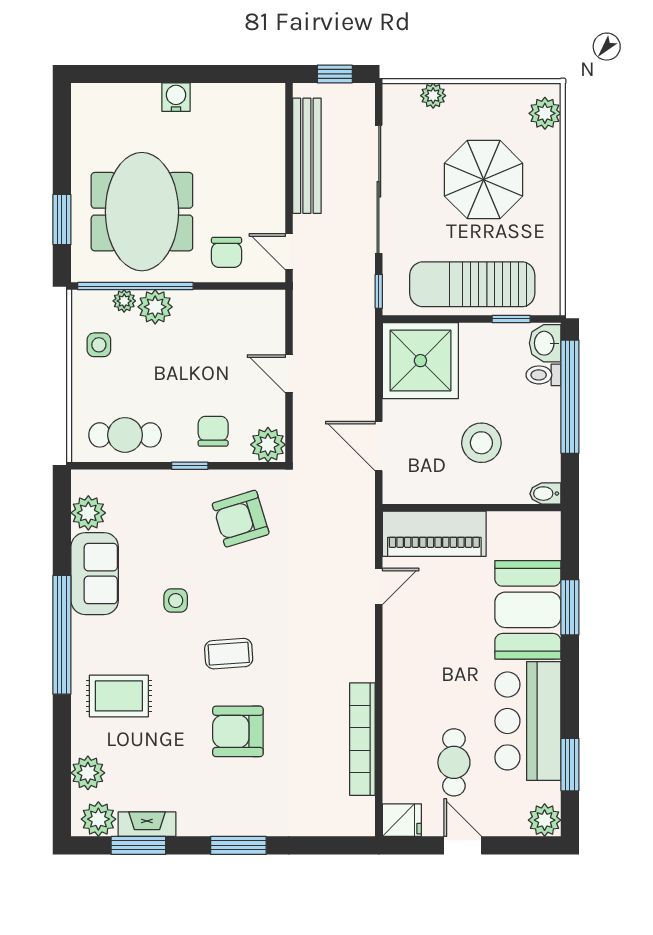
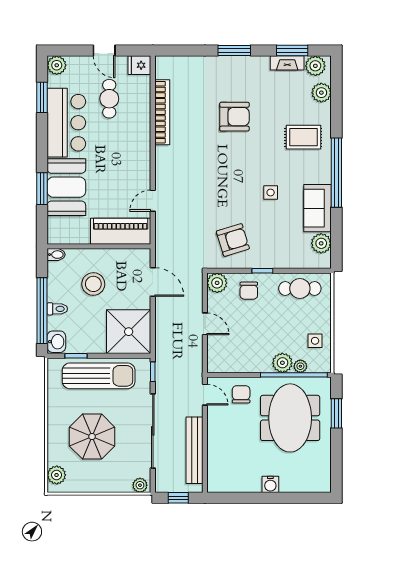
plant: (433, 96) -> (140, 485), moved
toilet: (543, 375) -> (57, 309), moved
coffee table: (229, 654) -> (240, 162), removed

